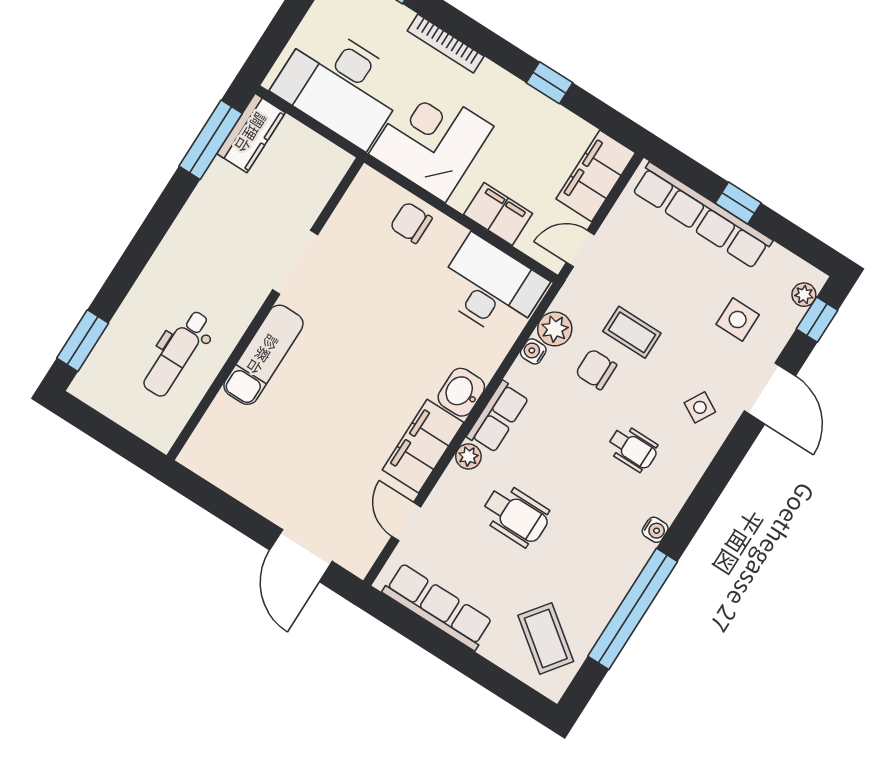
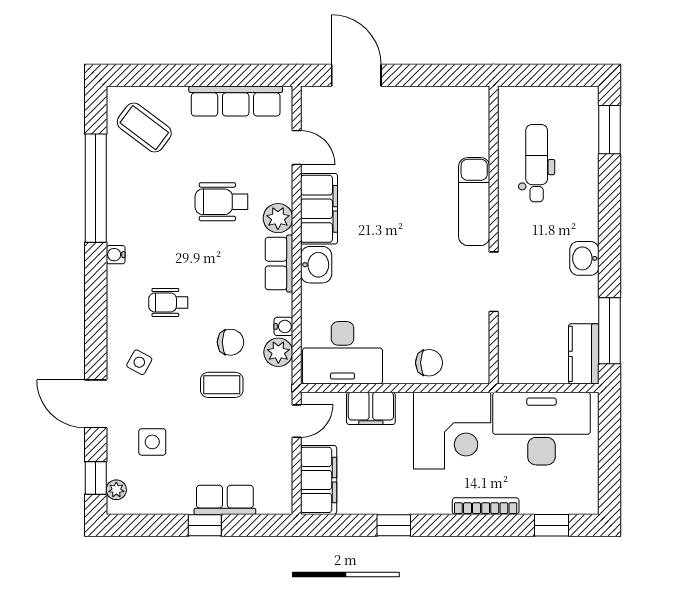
row of seats: (702, 216) -> (225, 500), width x0.50
washbasin: (190, 228) -> (584, 258), added
plant: (468, 456) -> (278, 218), width x1.38, depth x1.38

